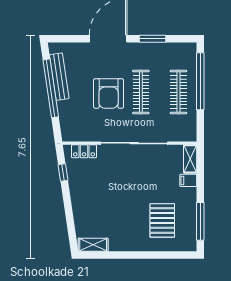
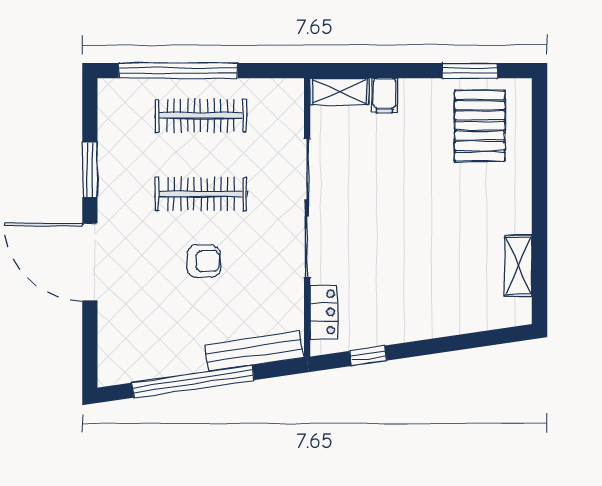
bench: (59, 77) -> (254, 351), moved
armchair: (109, 93) -> (204, 261), width x0.53, depth x0.53
pallet: (162, 220) -> (480, 126), moved, turned 90
window: (200, 221) -> (470, 71), width x0.69
shelving: (93, 245) -> (518, 266), moved

